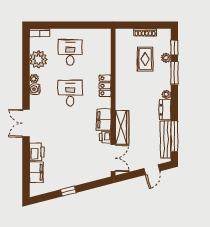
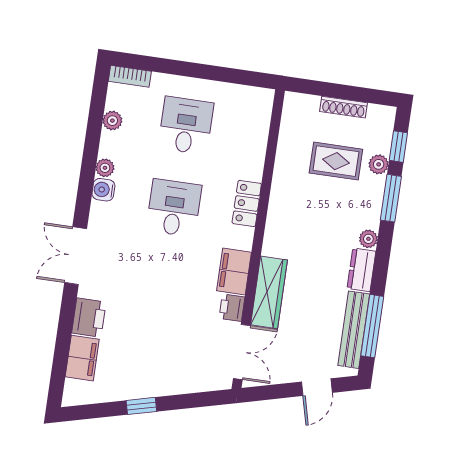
plant: (38, 59) -> (112, 121), width x0.53, depth x0.53
rug: (145, 59) -> (336, 161), turned 90

